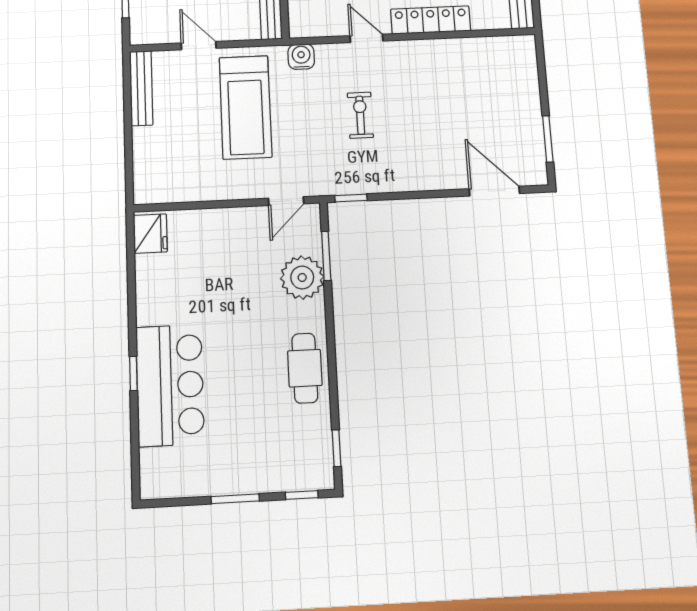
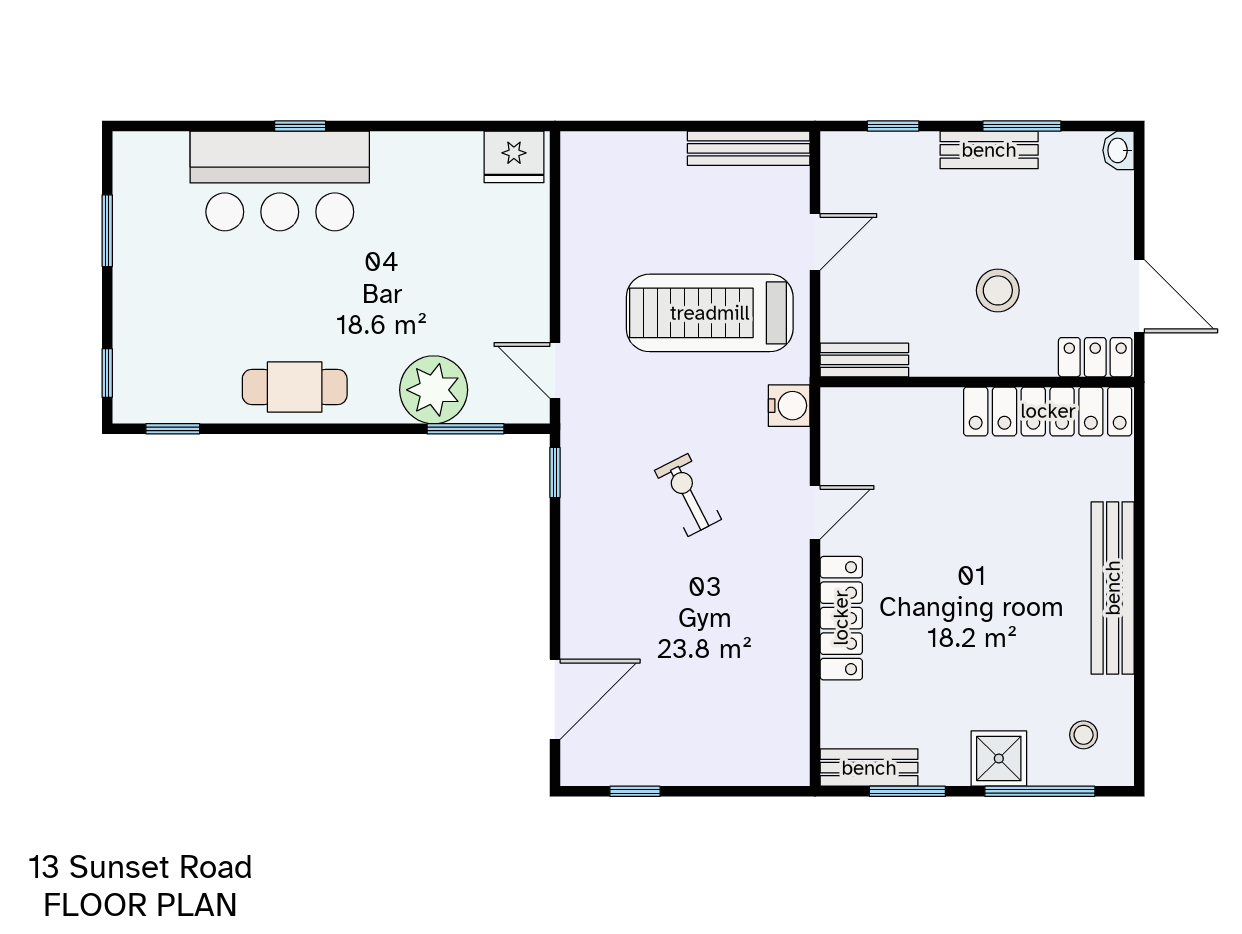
exercise bike: (360, 115) -> (688, 495), turned -117
window: (548, 139) -> (635, 791), width x0.67
window: (235, 499) -> (107, 231), moved

